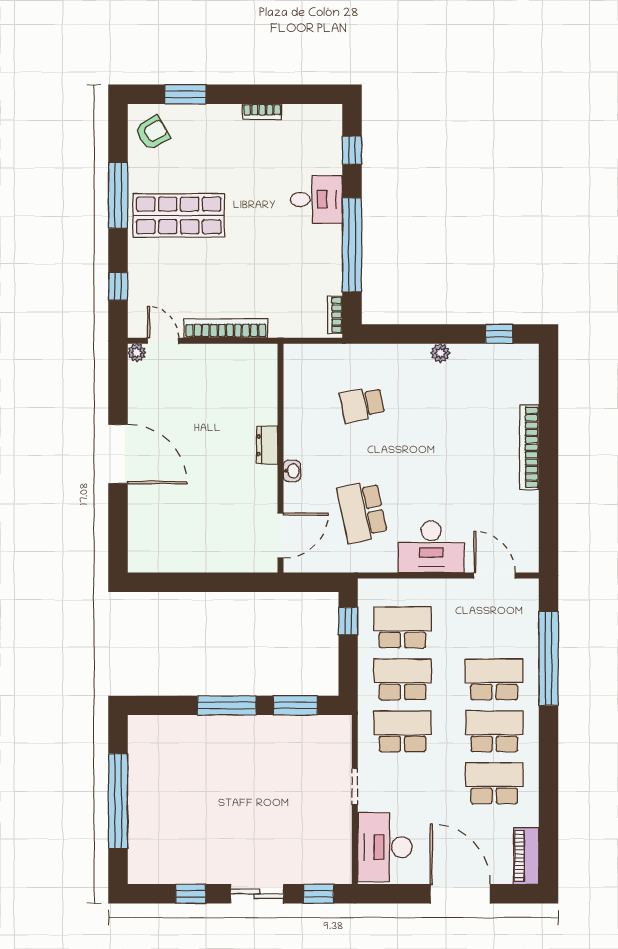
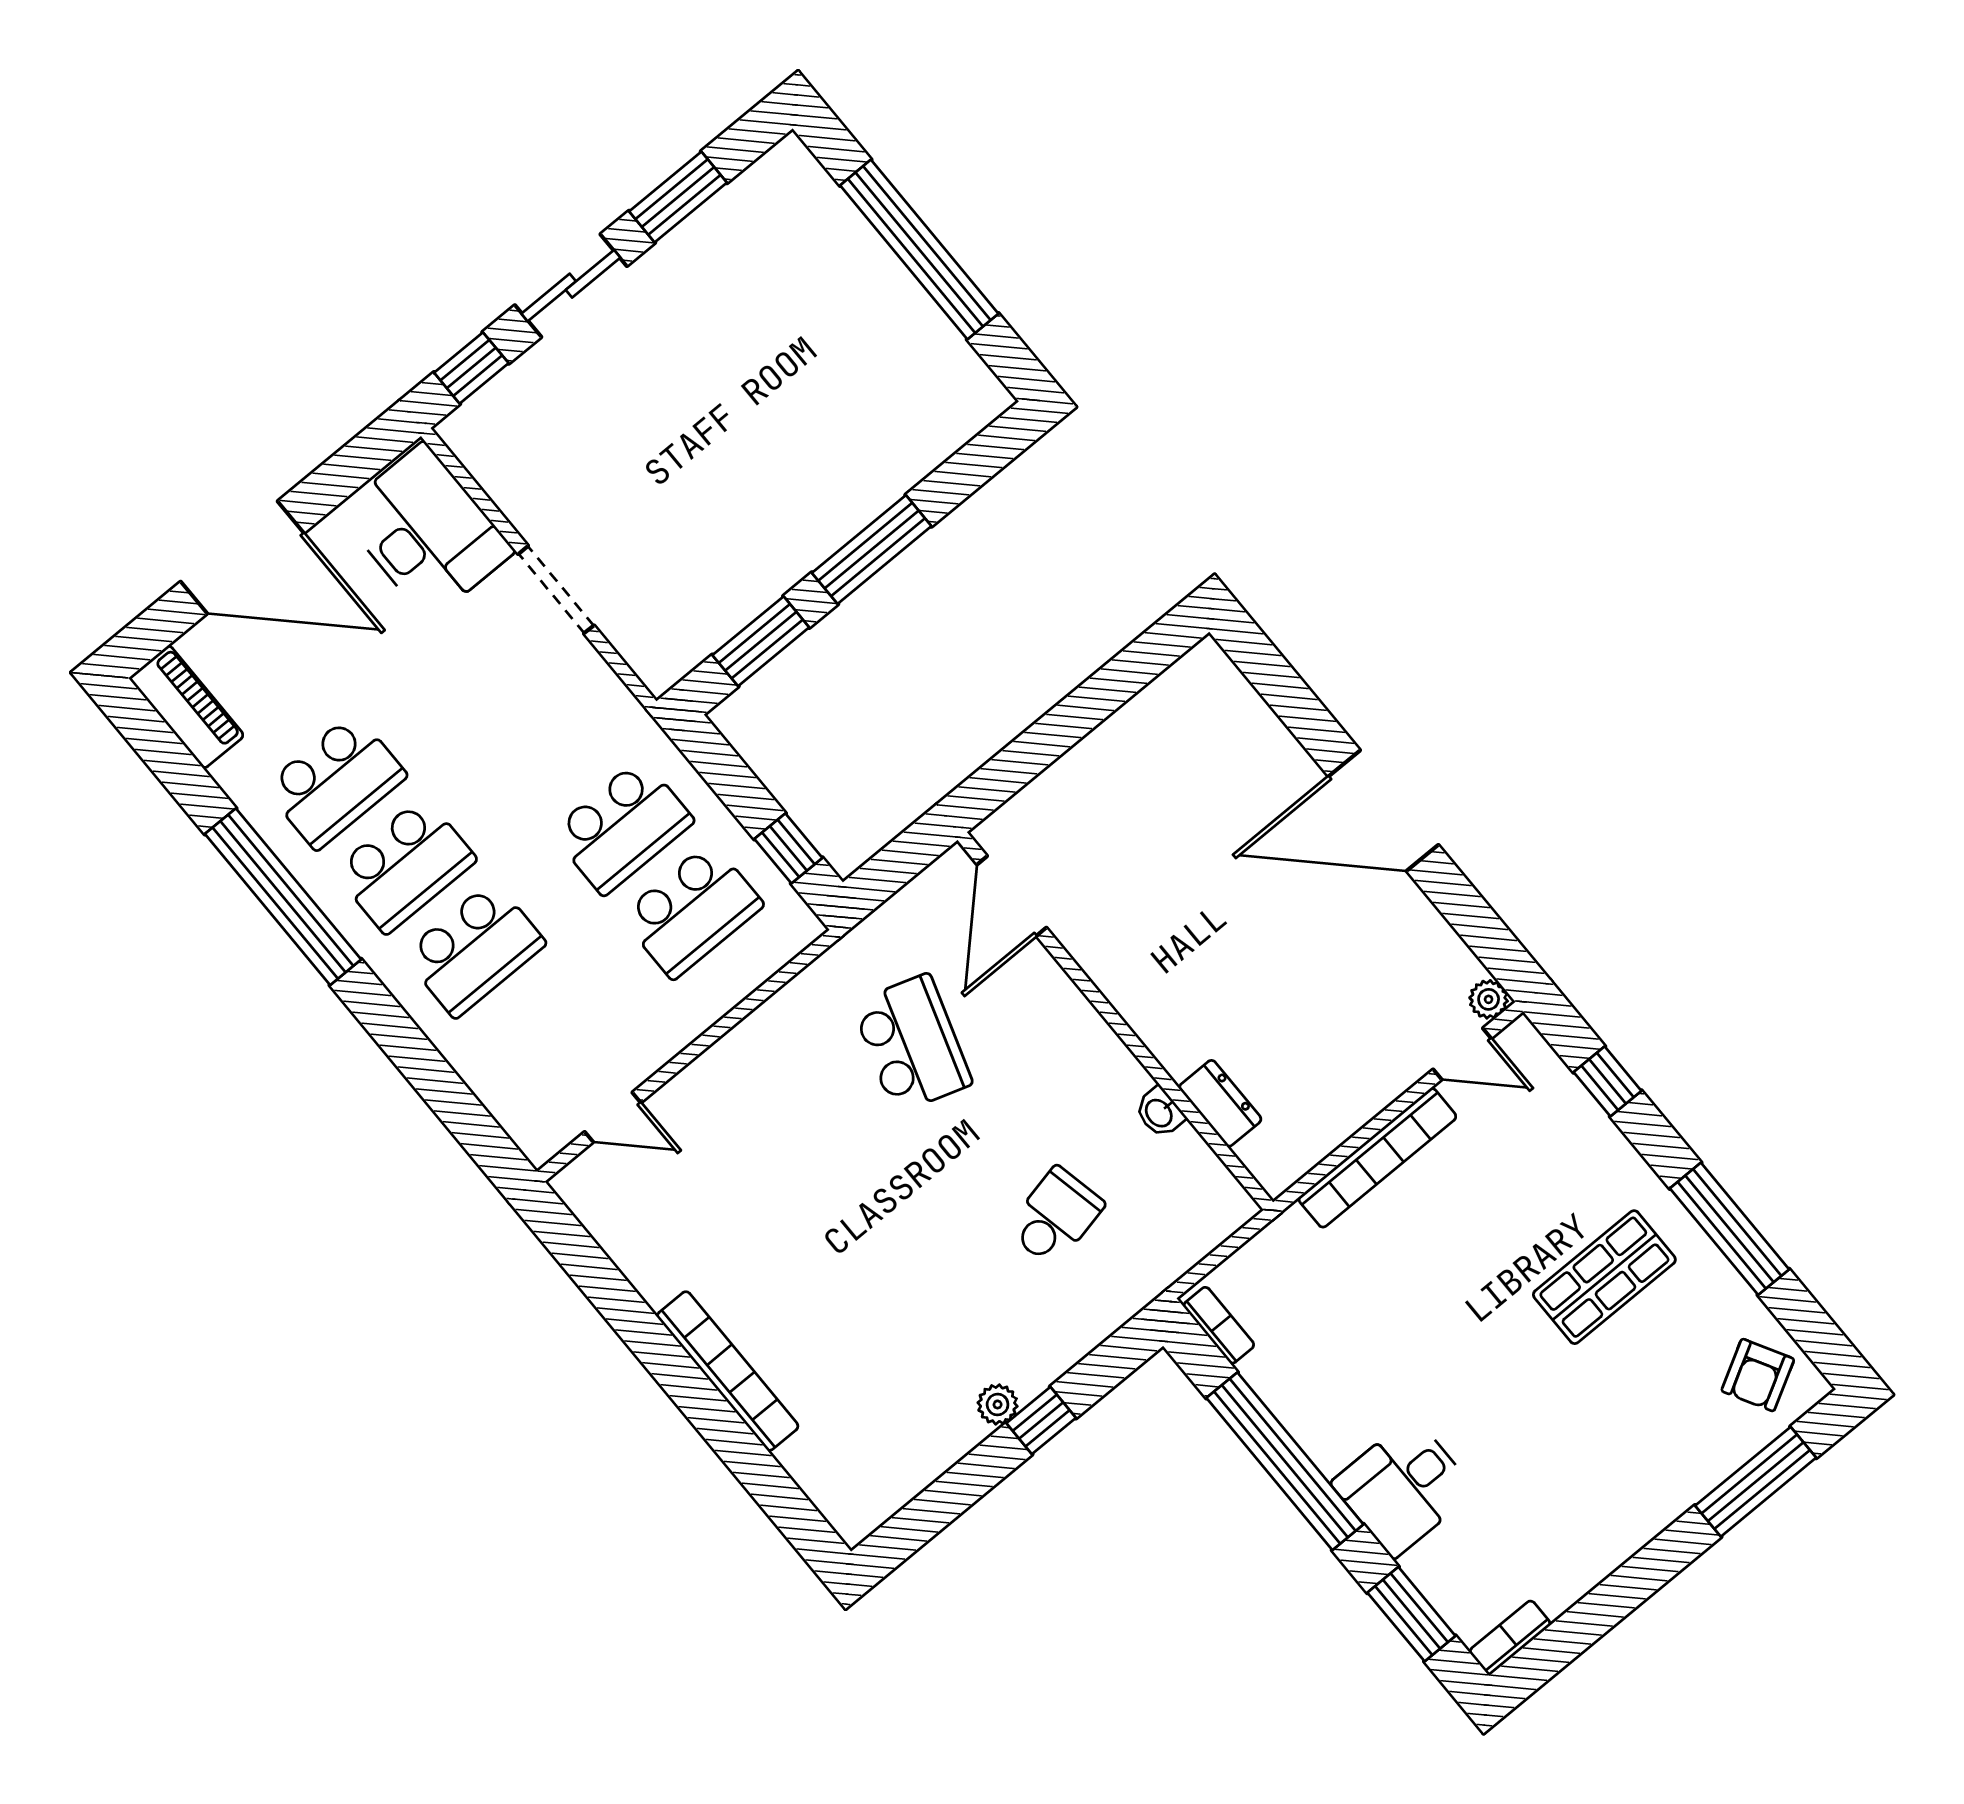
window: (185, 94) -> (1756, 1482), width x1.44
bookcase: (262, 112) -> (1510, 1638), moved
window: (352, 150) -> (1411, 1614), width x1.50
shop shelf: (179, 215) -> (1604, 1277), width x0.70, depth x0.74
window: (499, 334) -> (1041, 1420), moved
dresser: (267, 445) -> (1220, 1103), moved
washbasin: (292, 471) -> (1160, 1112), moved
school desk: (362, 512) -> (912, 1044), turned 30
desk: (431, 547) -> (753, 1079), removed
door: (494, 576) -> (613, 1117), width x0.73
window: (549, 659) -> (283, 897), moved
school desk: (402, 731) -> (553, 743), removed
doorway: (355, 787) -> (556, 590), width x1.38
window: (191, 894) -> (678, 197), width x1.50

